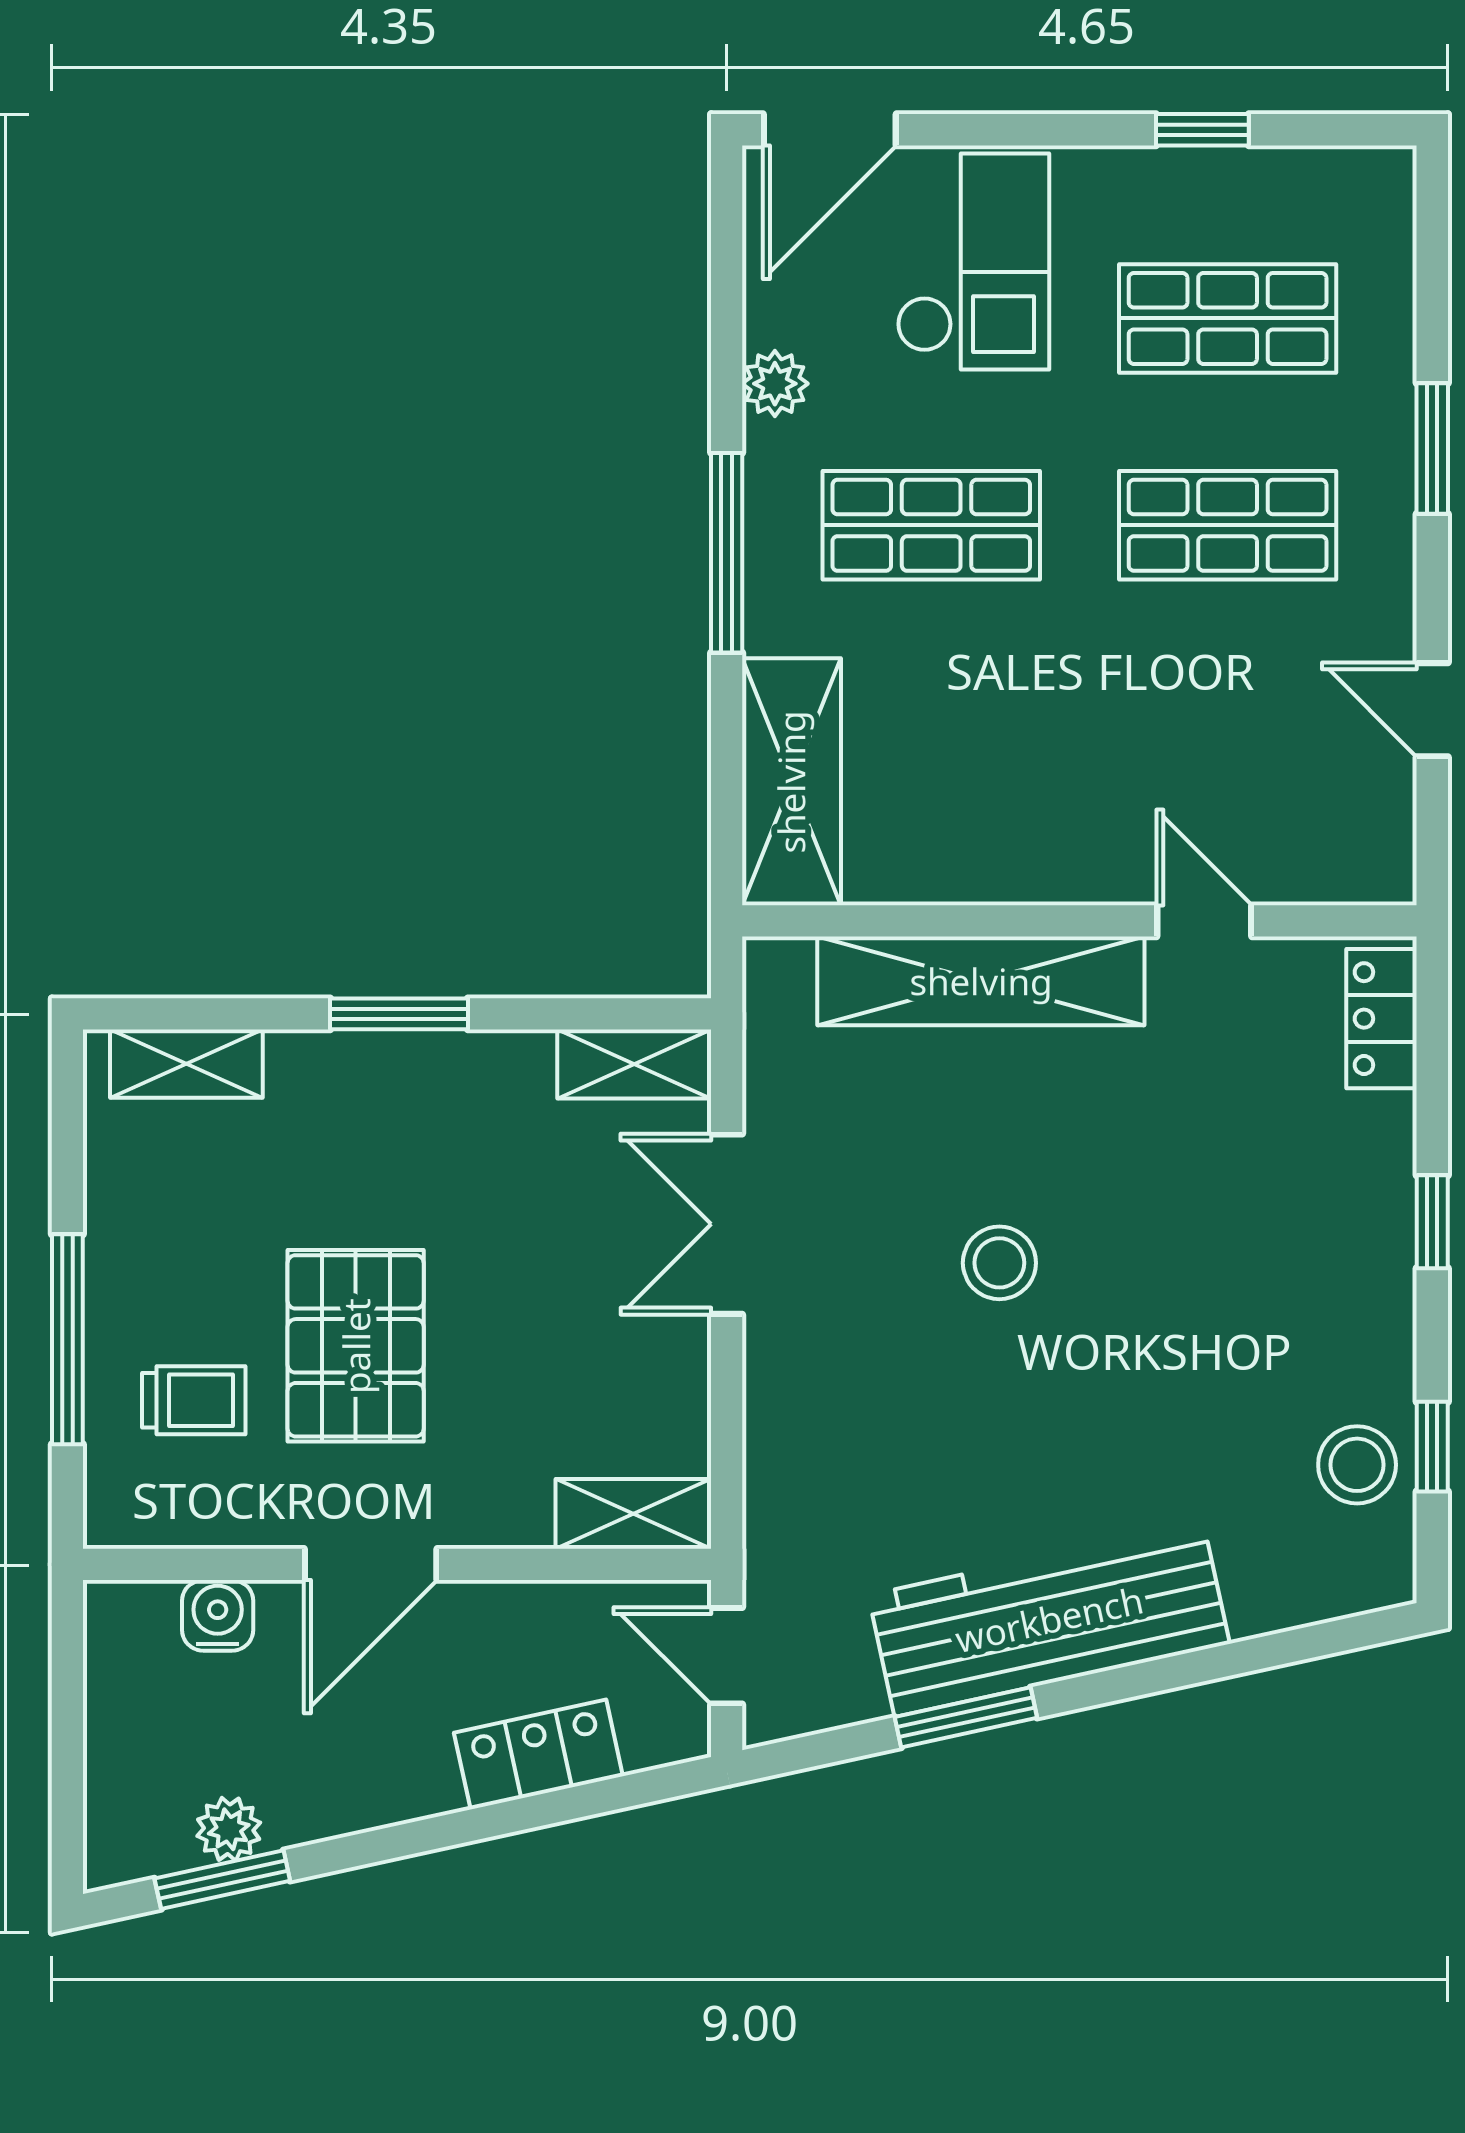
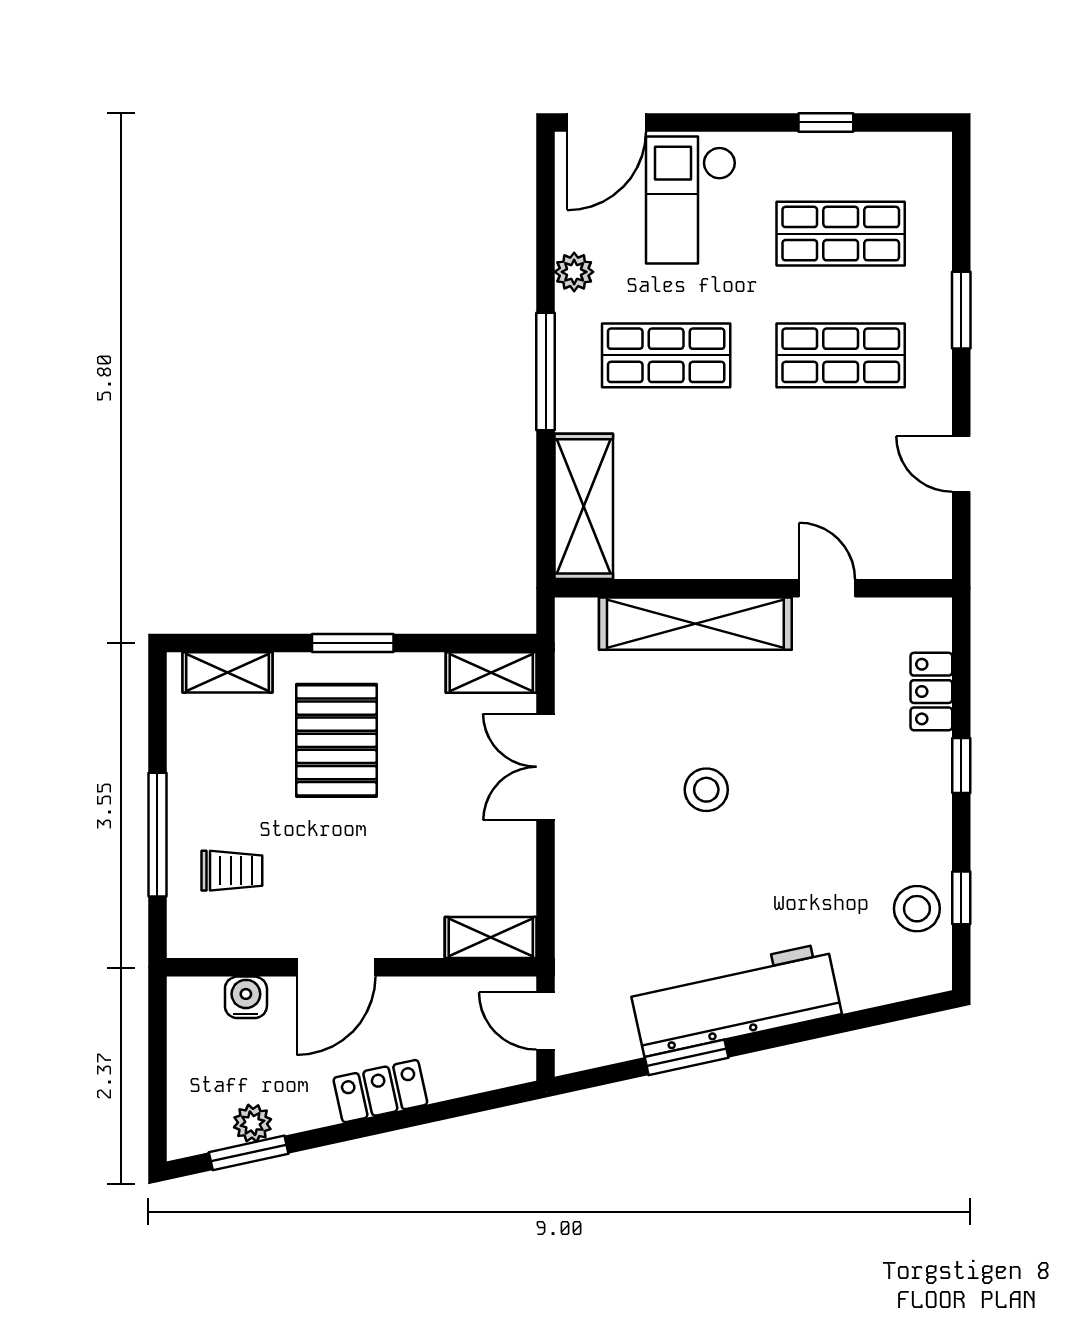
checkout: (973, 261) -> (691, 200), turned 180
locker: (1382, 1019) -> (931, 692), moved
pallet: (356, 1346) -> (336, 740), moved
locker: (538, 1754) -> (380, 1091), moved

